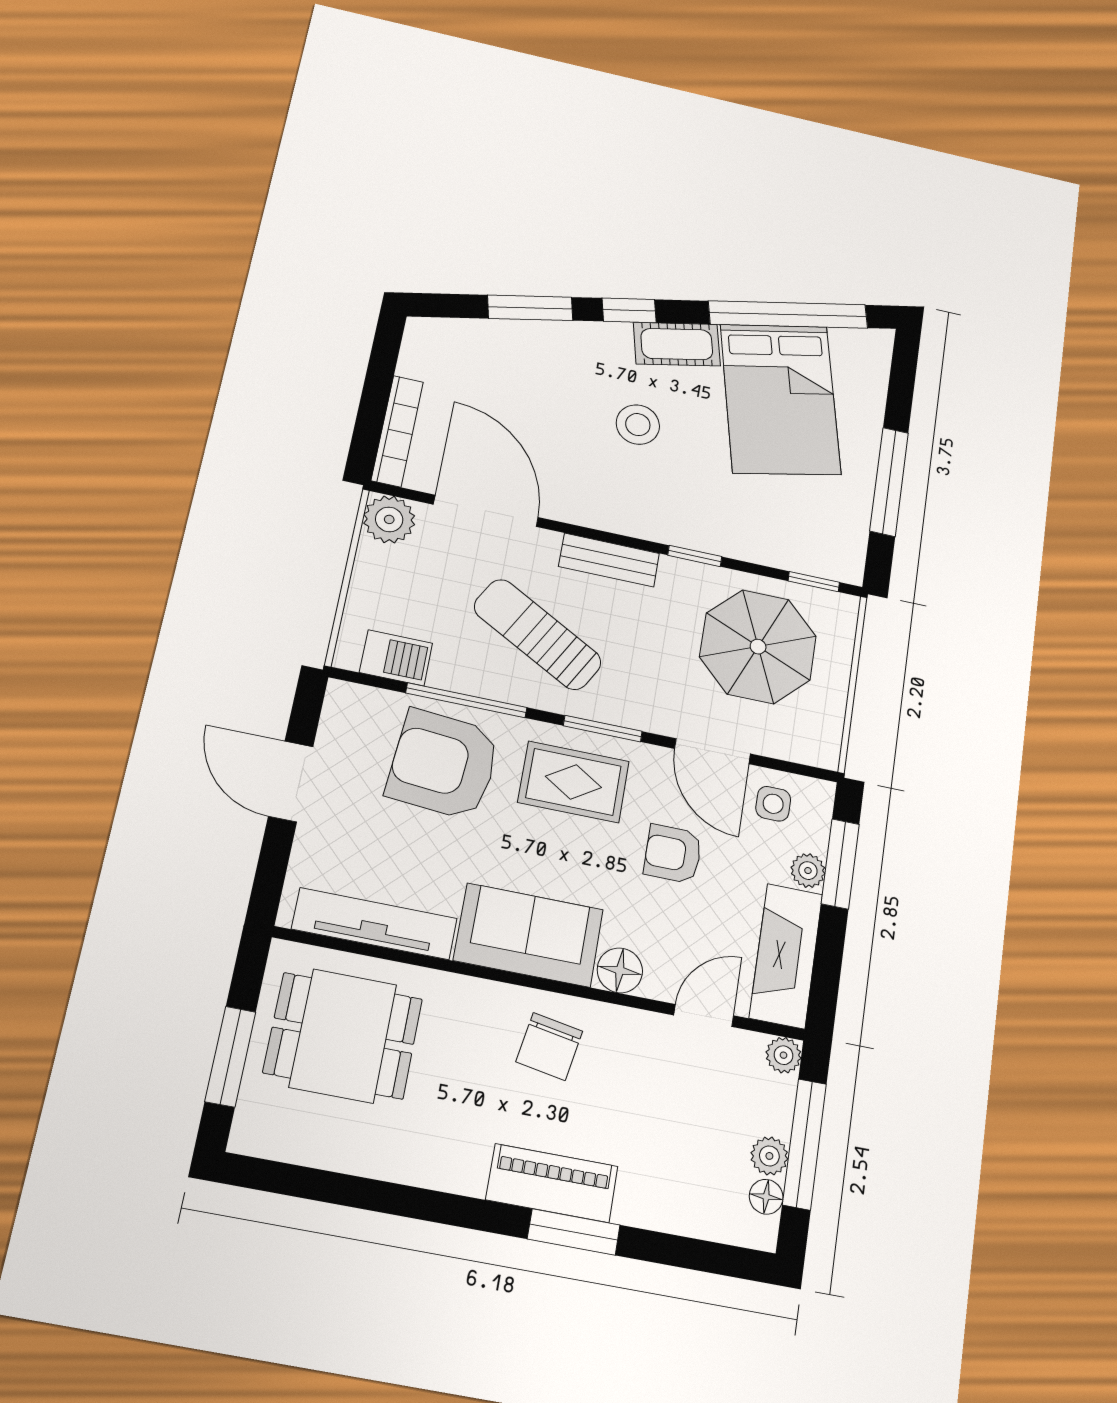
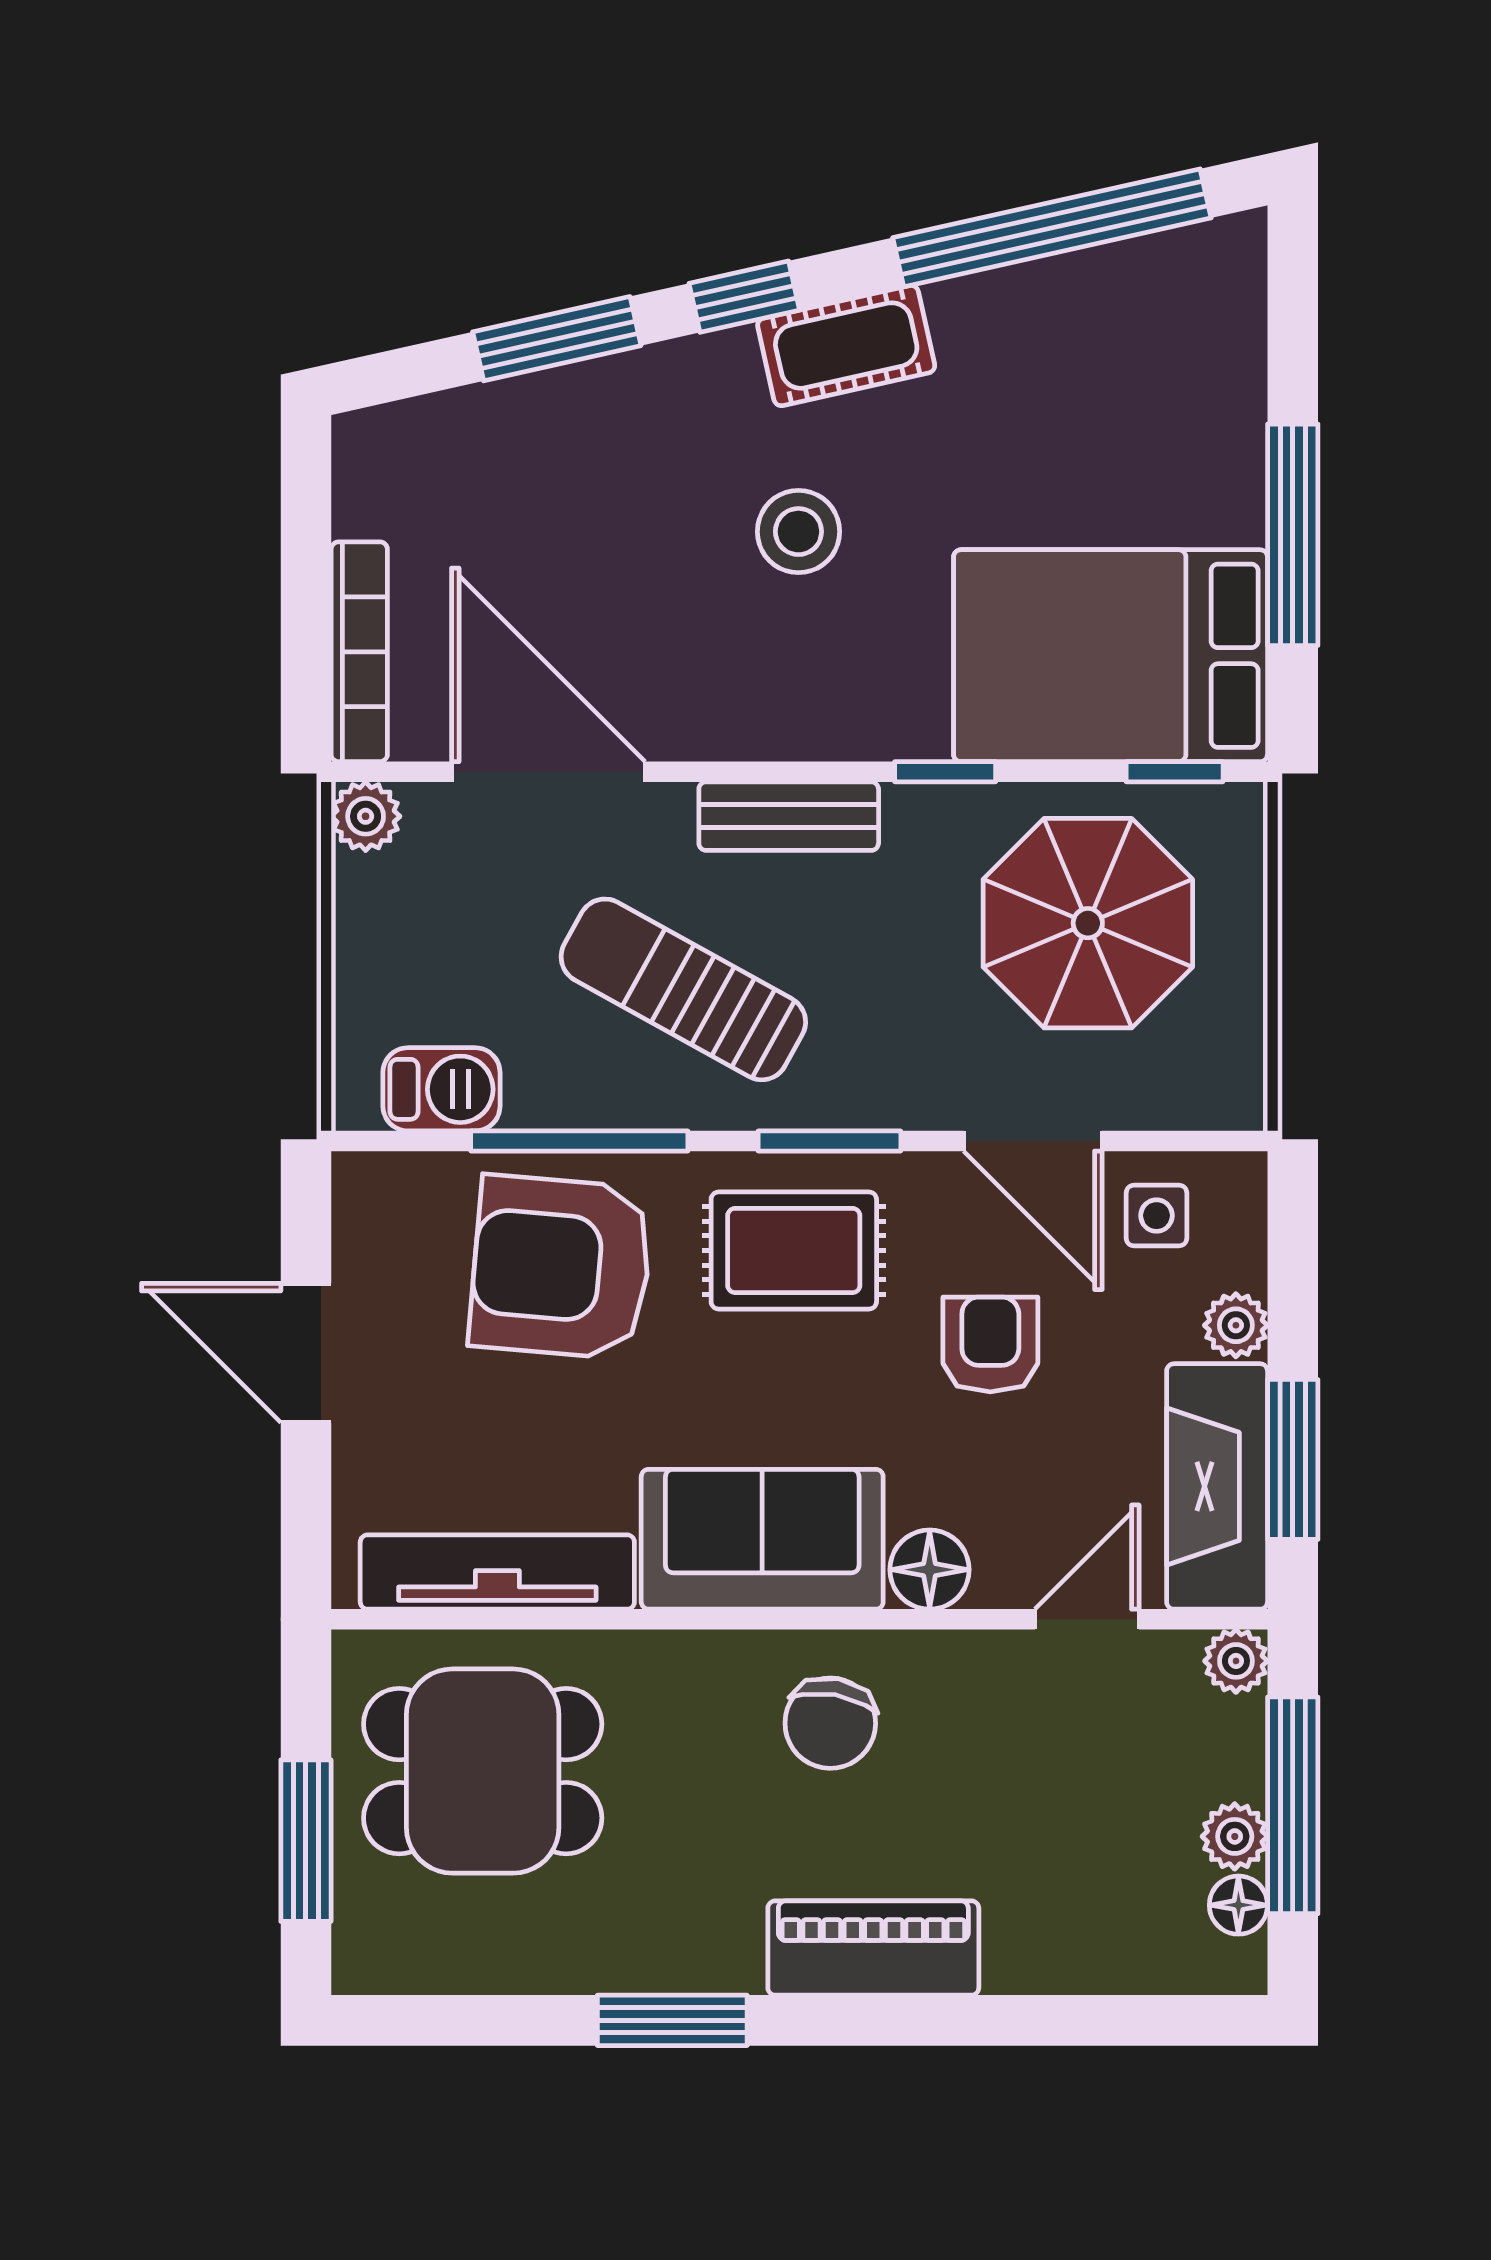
bed: (780, 399) -> (1111, 656), moved, turned 103
plant: (389, 519) -> (366, 816), width x0.73, depth x0.73
armchair: (673, 854) -> (990, 1344), turned 90
window: (840, 864) -> (1293, 1459), moved
window: (574, 1232) -> (672, 2020), moved

